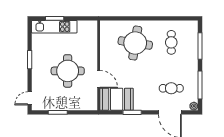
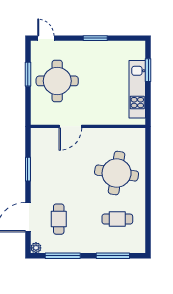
kitchen unit: (54, 27) -> (137, 89), moved
round table: (68, 71) -> (57, 81), moved
booth: (117, 99) -> (45, 149), removed

